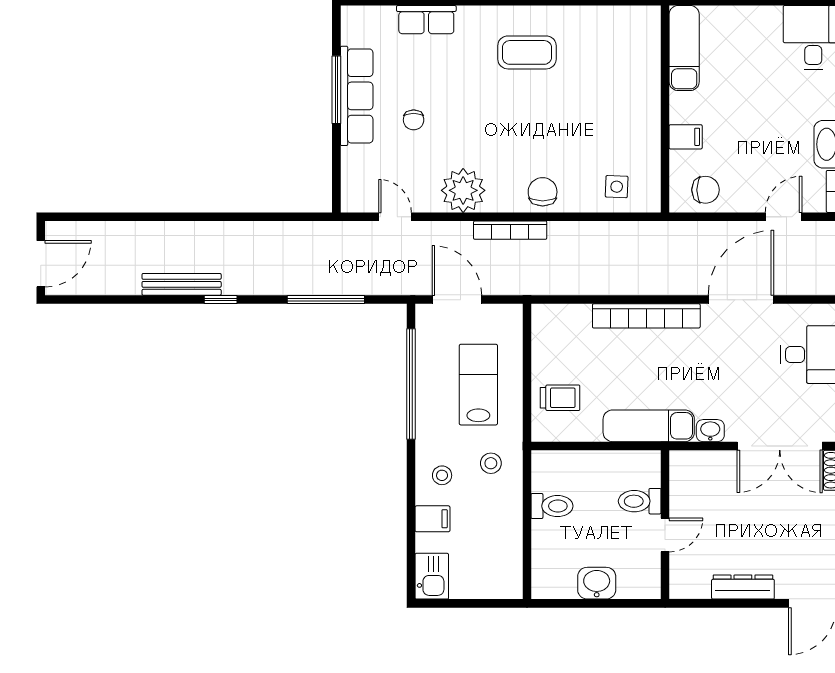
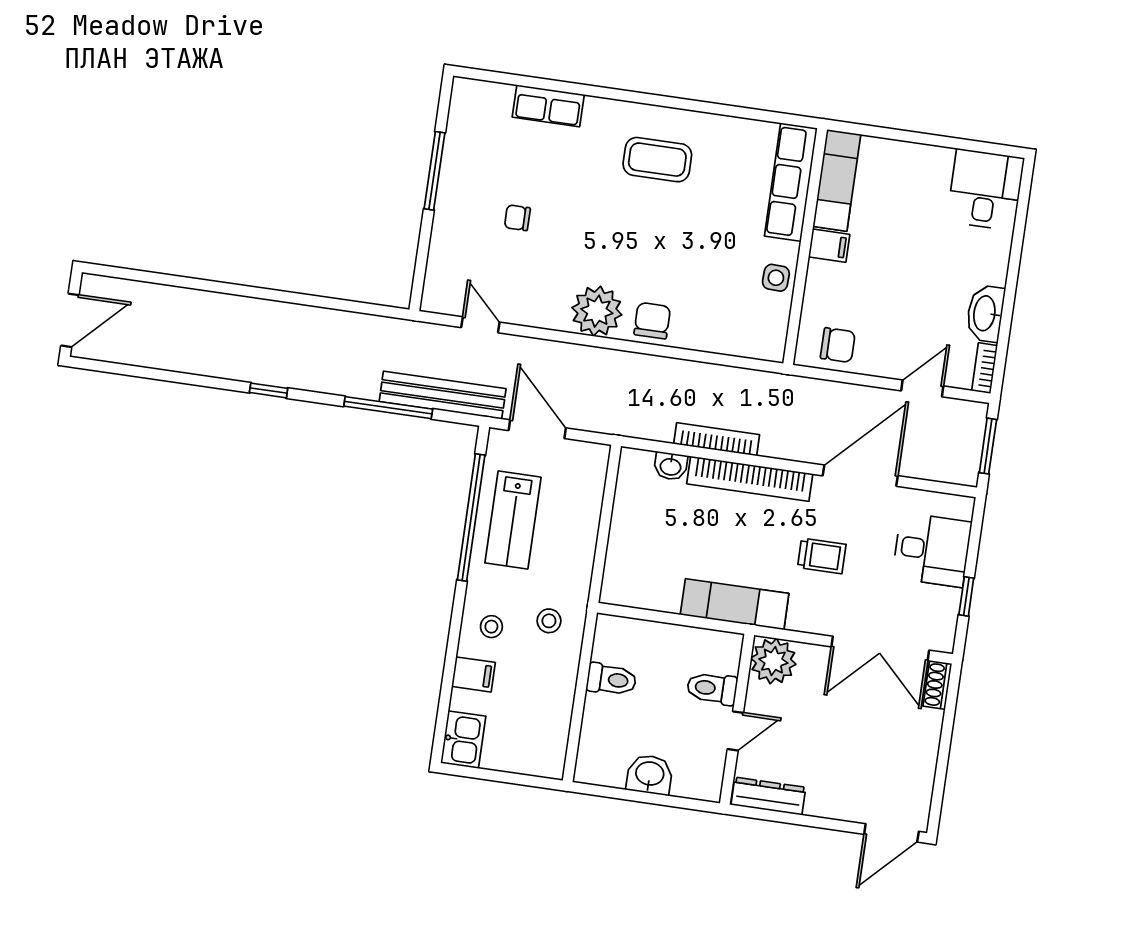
row of seats: (357, 96) -> (791, 182), moved, turned 180
chair: (414, 120) -> (517, 218), turned 90
filing cabinet: (686, 137) -> (829, 246), moved
side table: (617, 187) -> (776, 278), moved
plant: (463, 190) -> (597, 311), moved
bookcase: (510, 230) -> (717, 439), moved, turned 180
bench: (182, 284) -> (443, 395), moved, width x1.37, depth x1.21
lab bench: (478, 385) -> (513, 520), moved, turned 180
trolley: (560, 398) -> (822, 556), moved
washbasin: (710, 431) -> (671, 466), moved, turned 180
plant: (689, 470) -> (773, 661), added
dresser: (743, 587) -> (768, 796), moved

